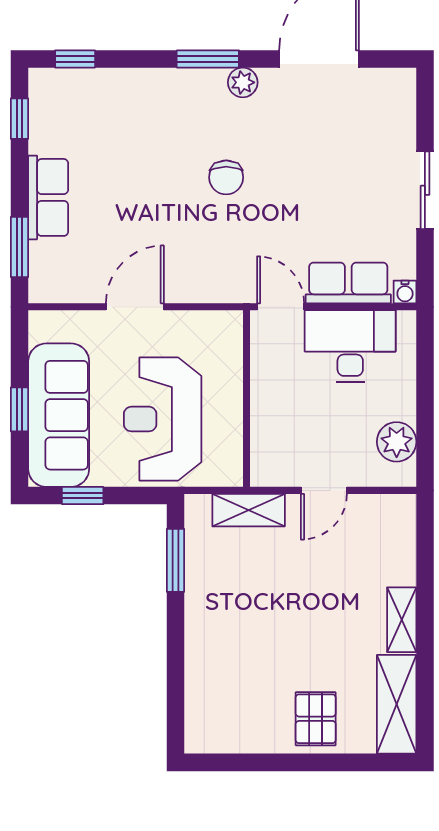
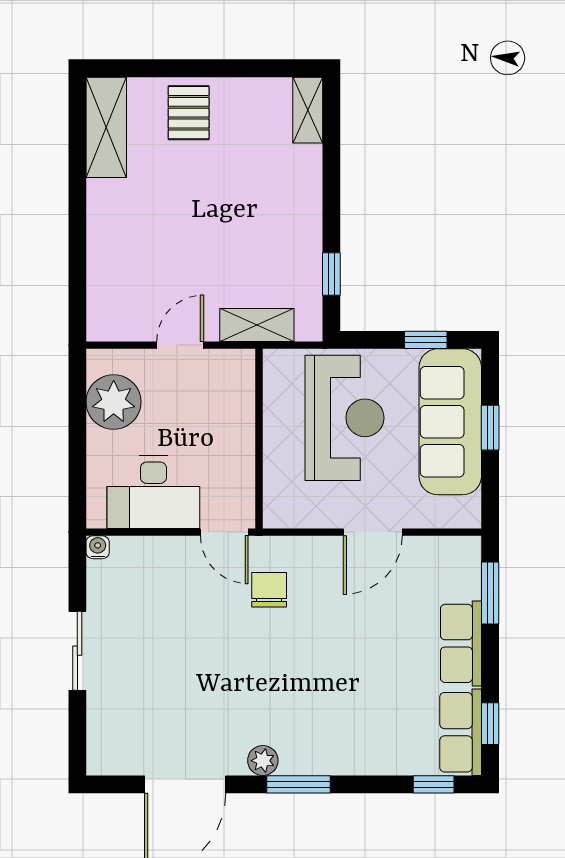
chair: (226, 177) -> (269, 590), moved
row of seats: (348, 283) -> (461, 732), moved, turned 90
plant: (397, 442) -> (114, 402), width x1.36, depth x1.36
window: (175, 560) -> (331, 274), width x0.67
shelving: (402, 620) -> (308, 110), moved

